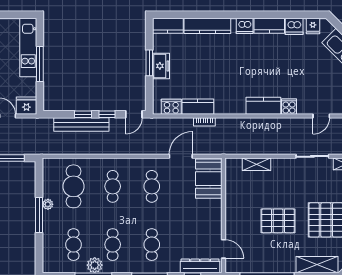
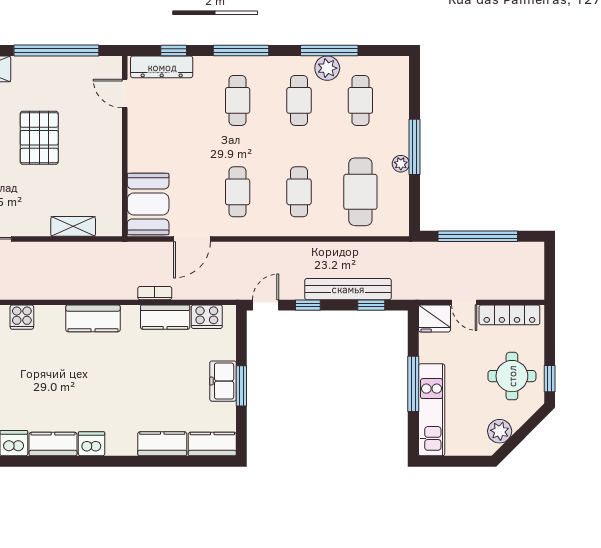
kitchen counter: (207, 26) -> (162, 444), width x0.67
kitchen counter: (263, 106) -> (93, 318), moved
window: (83, 114) -> (371, 305), moved
pallet: (278, 221) -> (39, 138), turned 90

